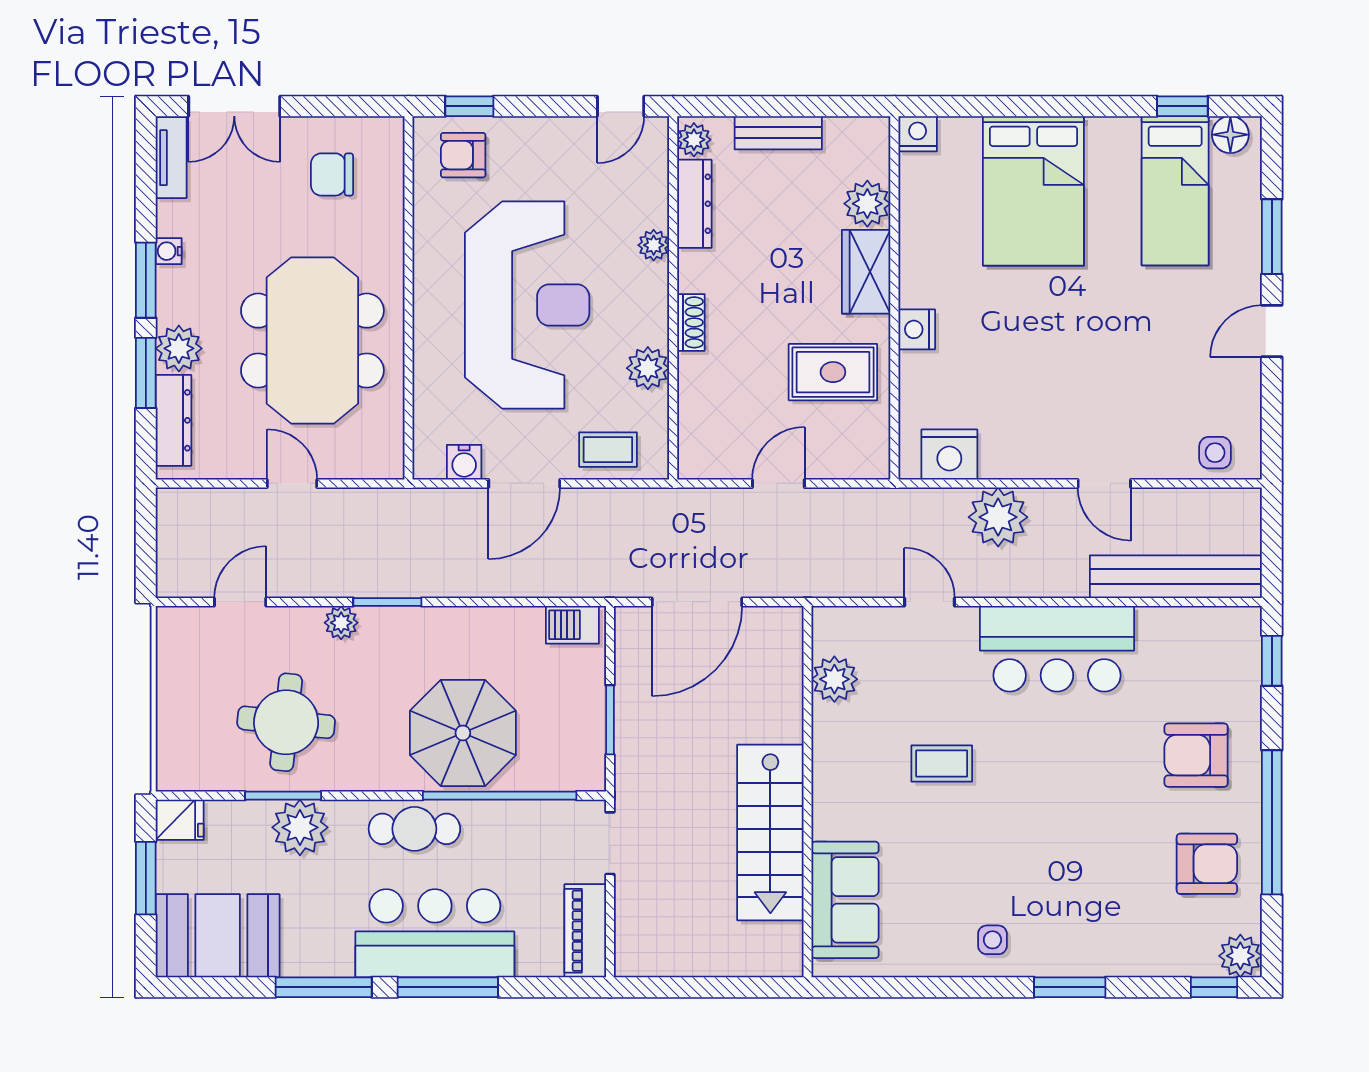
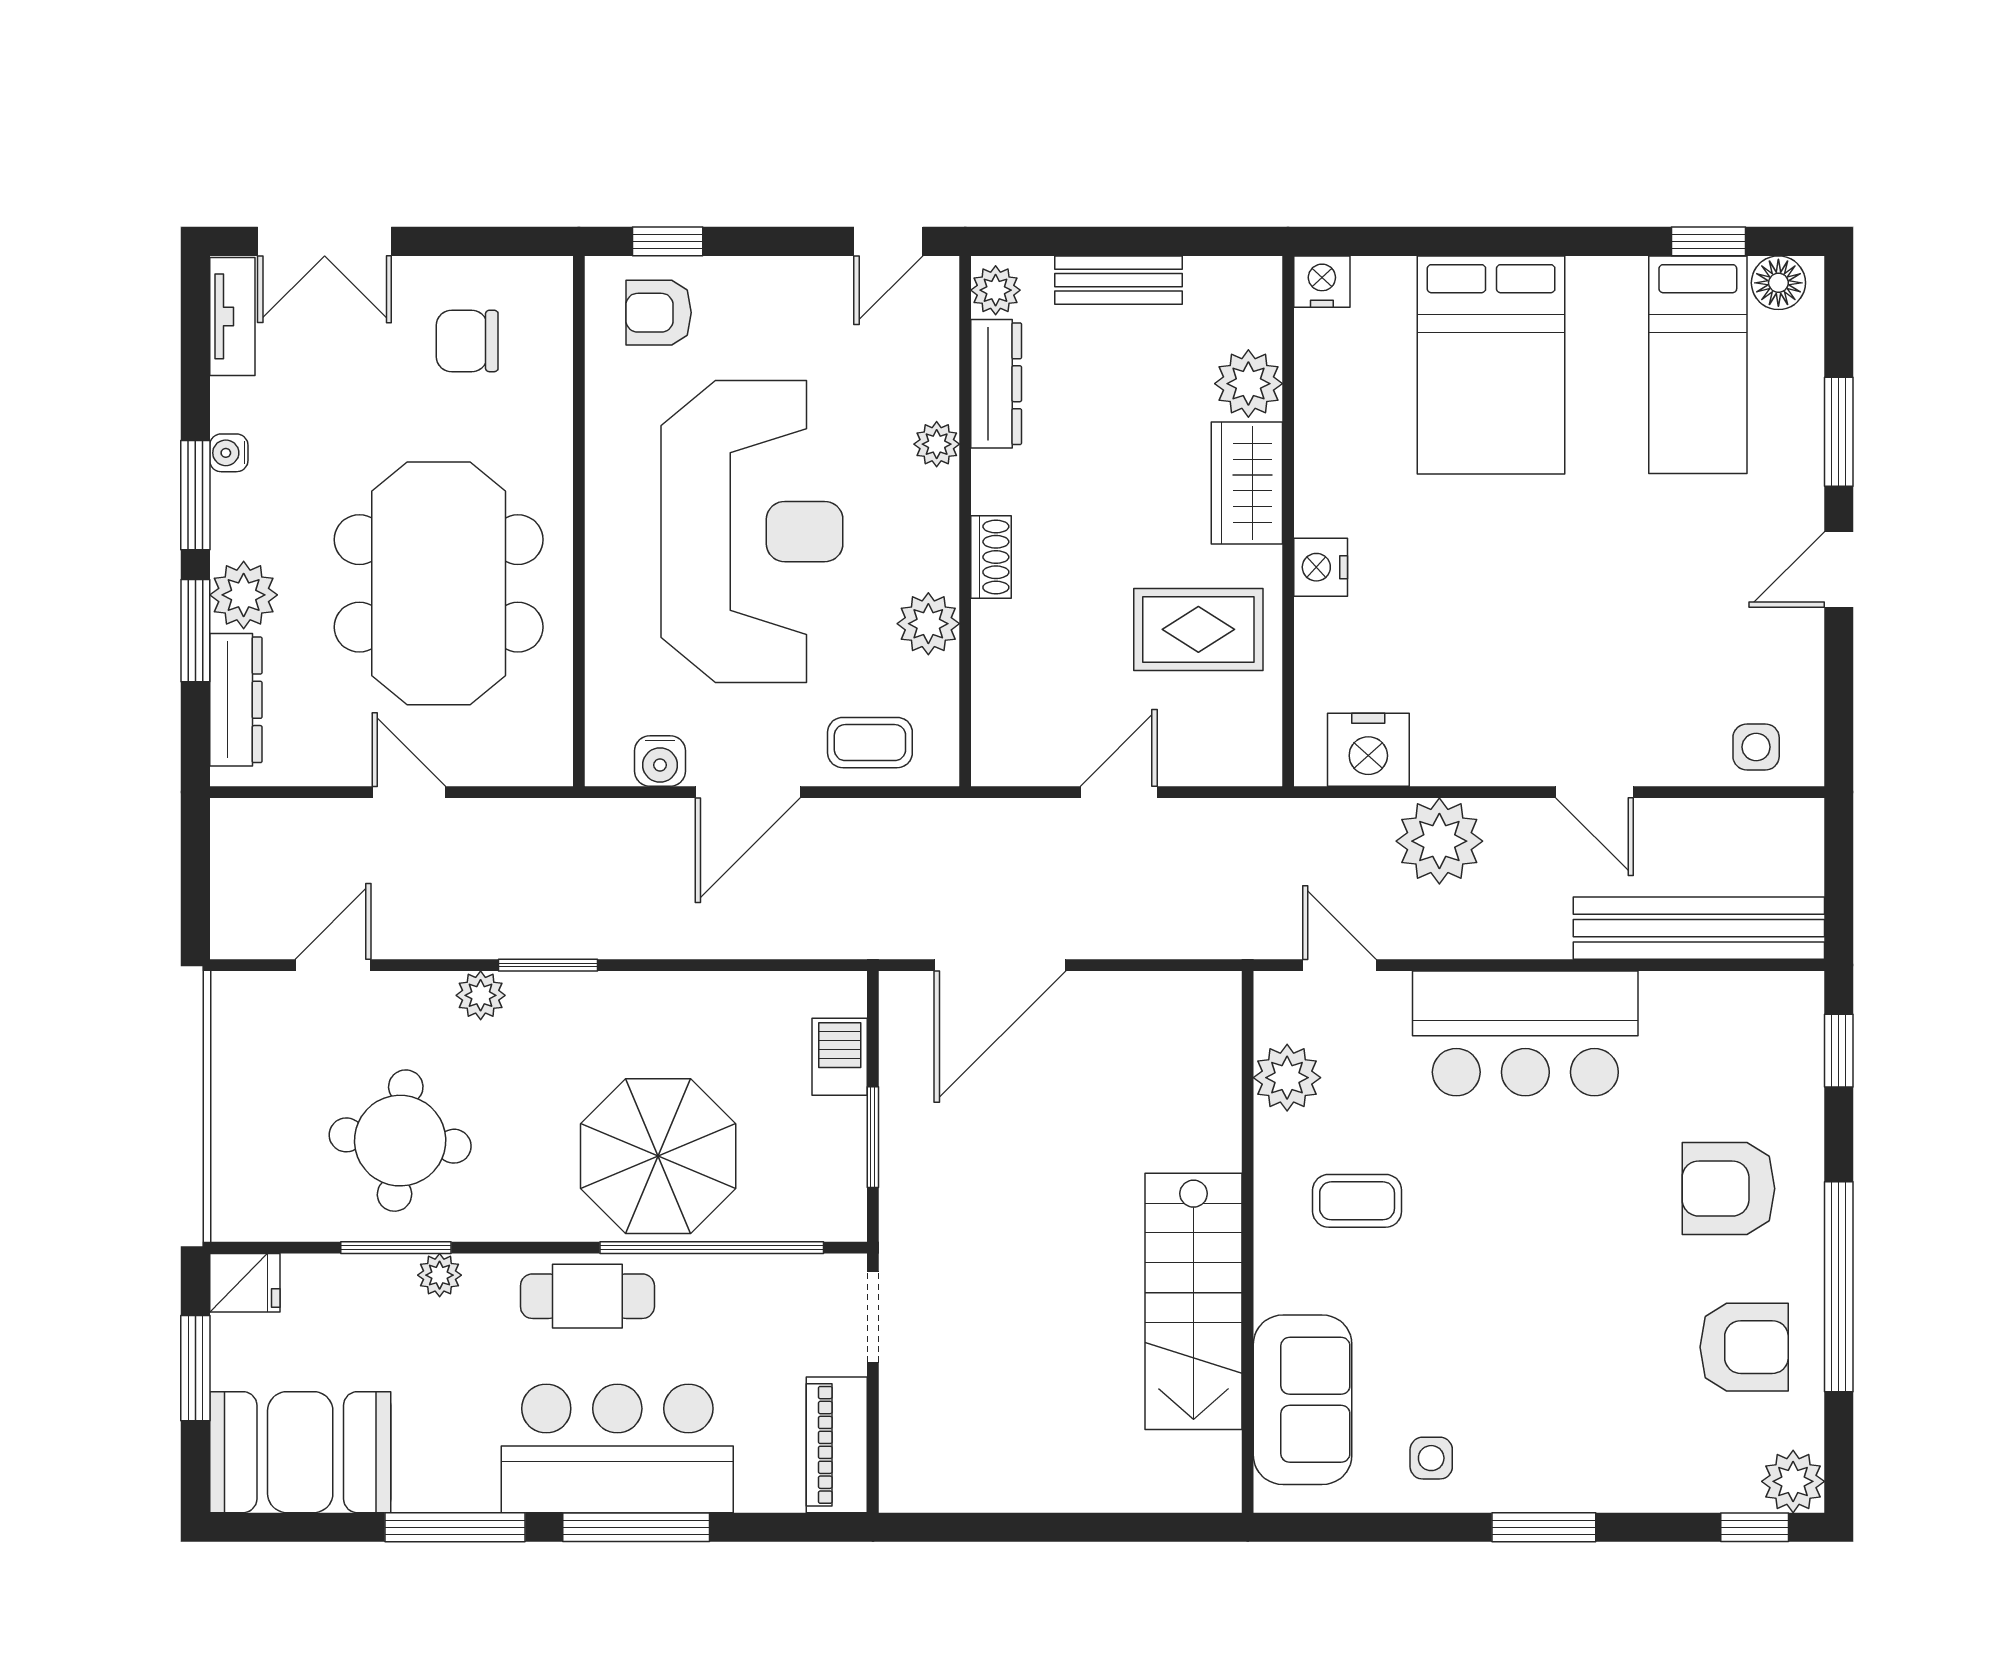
barbecue: (572, 625) -> (840, 1057), moved, turned 90
plant: (834, 679) -> (1287, 1078), moved
wall: (807, 792) -> (1248, 1242), moved
plant: (300, 827) -> (440, 1275), width x0.53, depth x0.53
stairs: (770, 832) -> (1194, 1301), moved
sofa: (845, 900) -> (1303, 1400), moved

